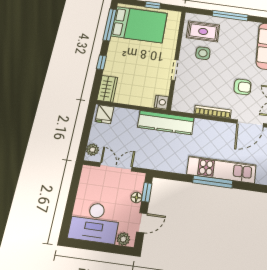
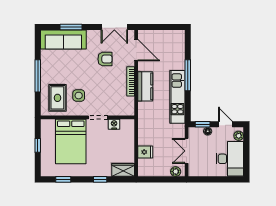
window: (110, 25) -> (63, 179), width x0.46
bed: (139, 25) -> (71, 141), moved, turned 180
armchair: (243, 87) -> (105, 59), turned 90
nightstand: (161, 102) -> (114, 124), moved
fridge: (105, 114) -> (145, 152), moved
kitchen counter: (166, 123) -> (145, 86), moved, width x0.67
kitchen unit: (222, 170) -> (177, 97), moved

